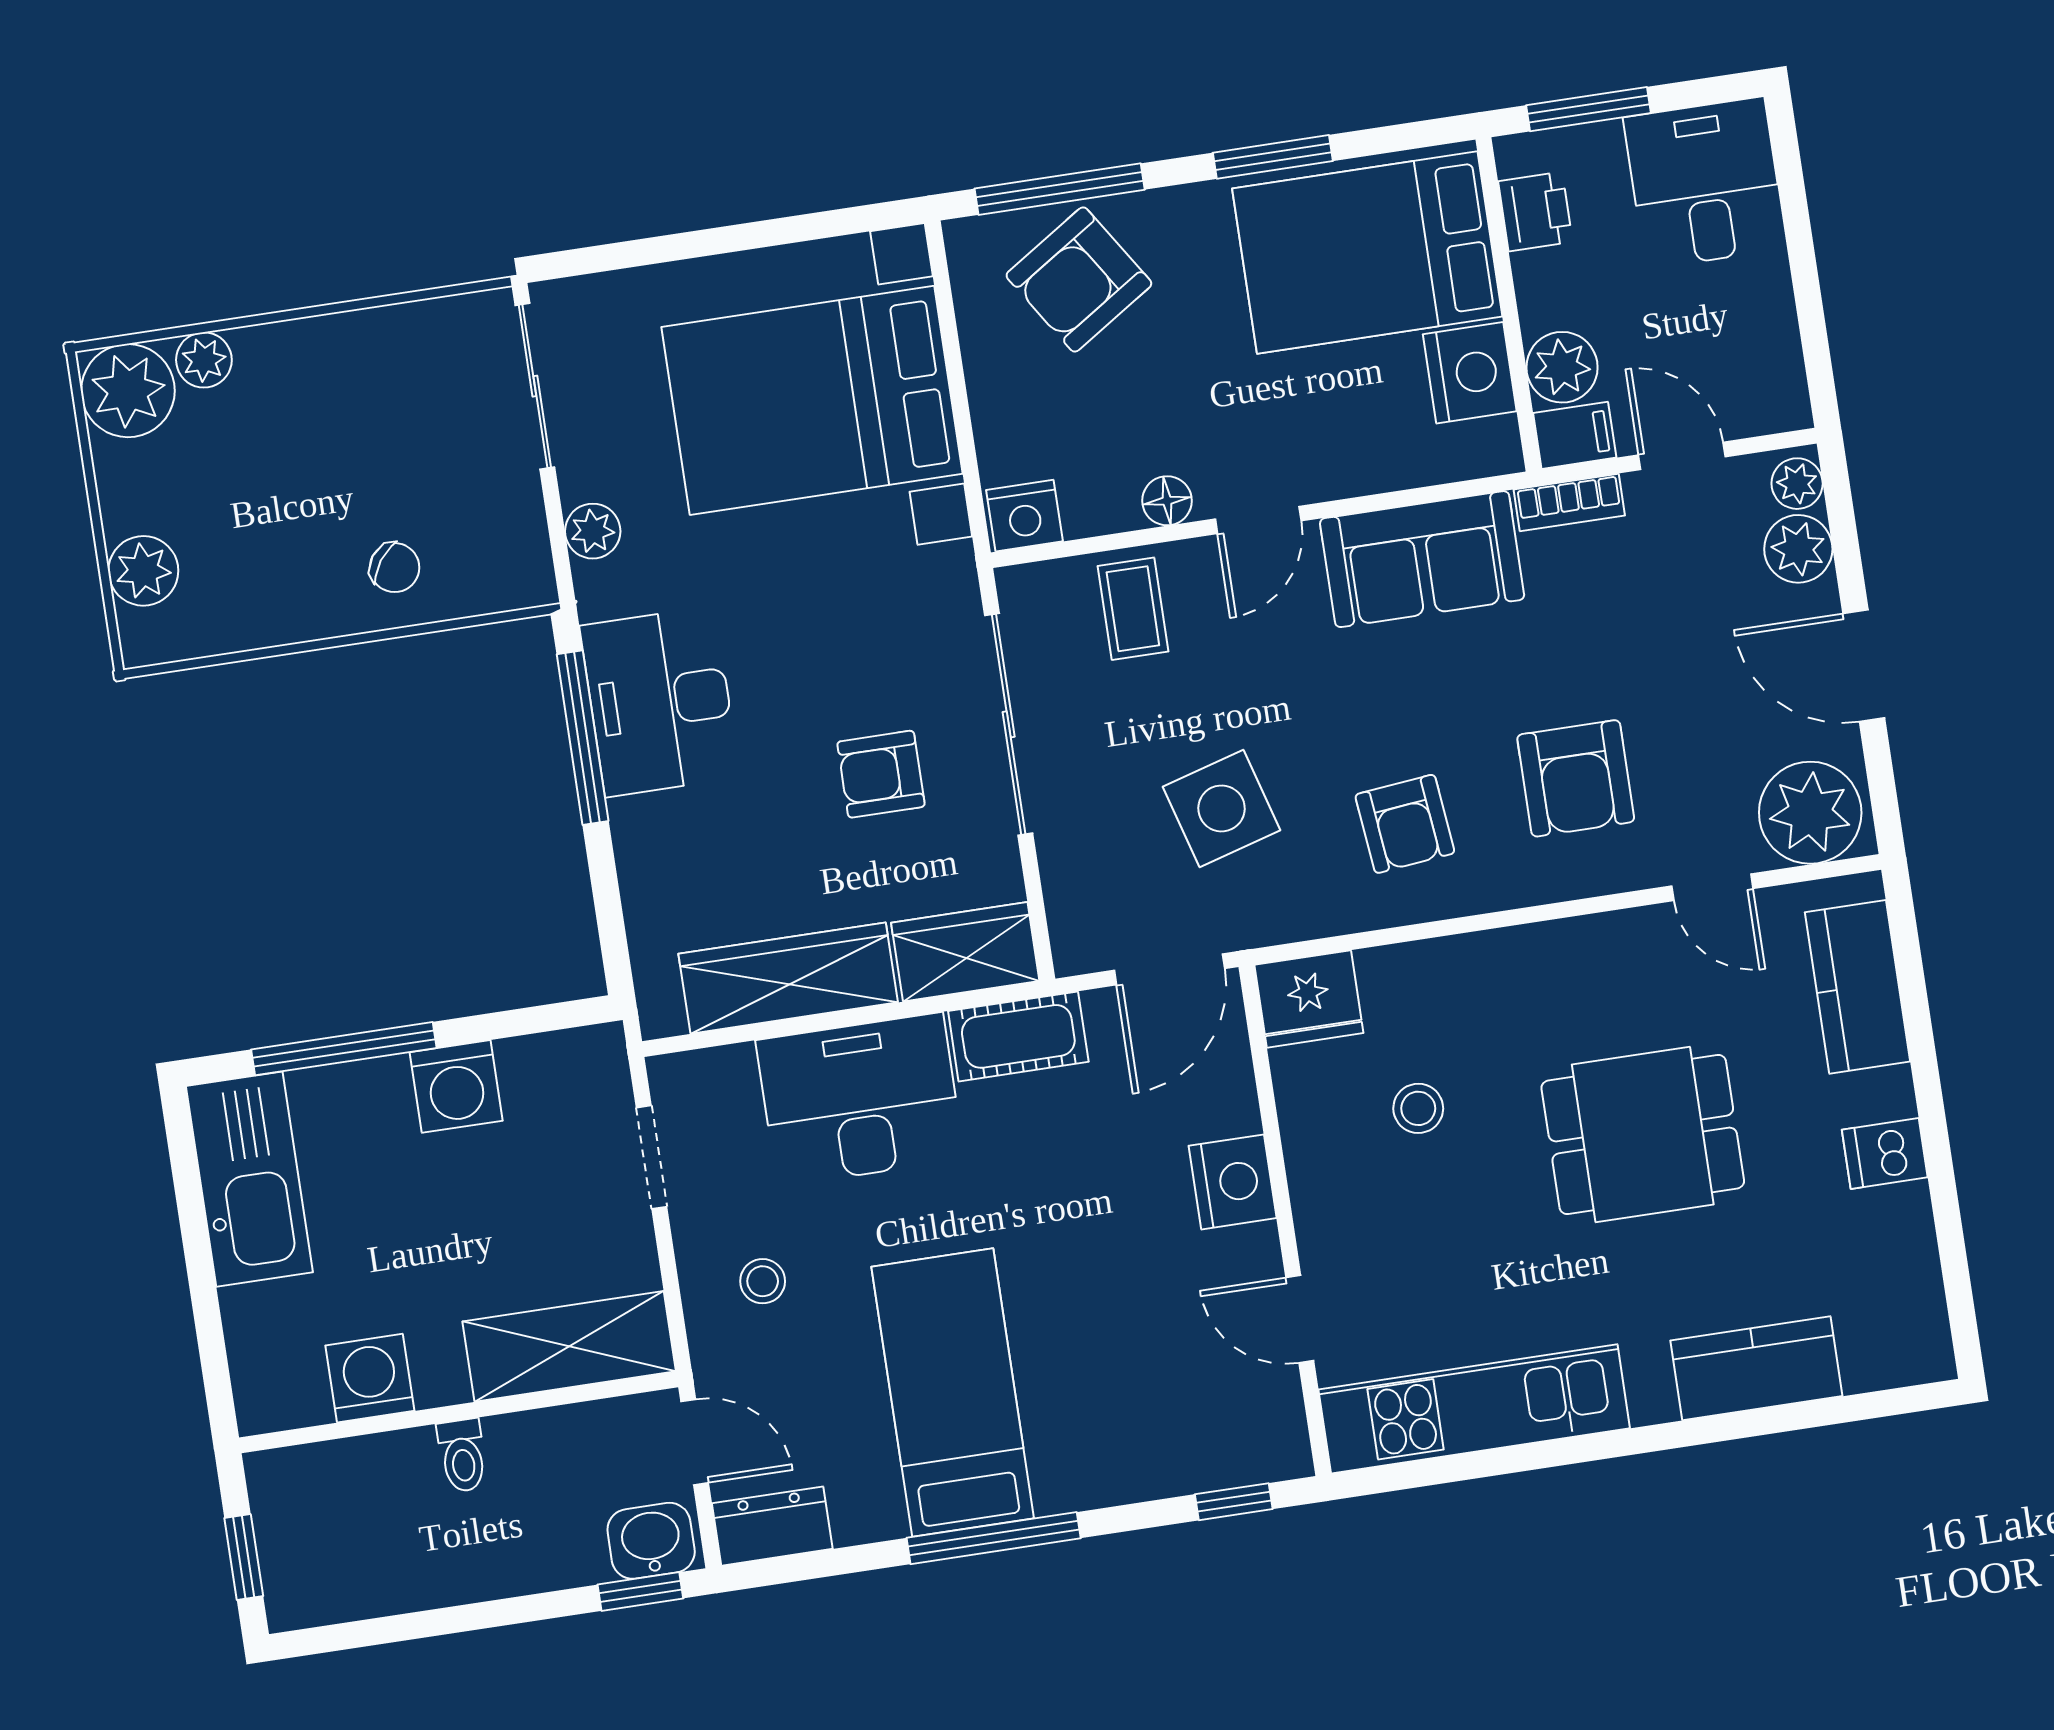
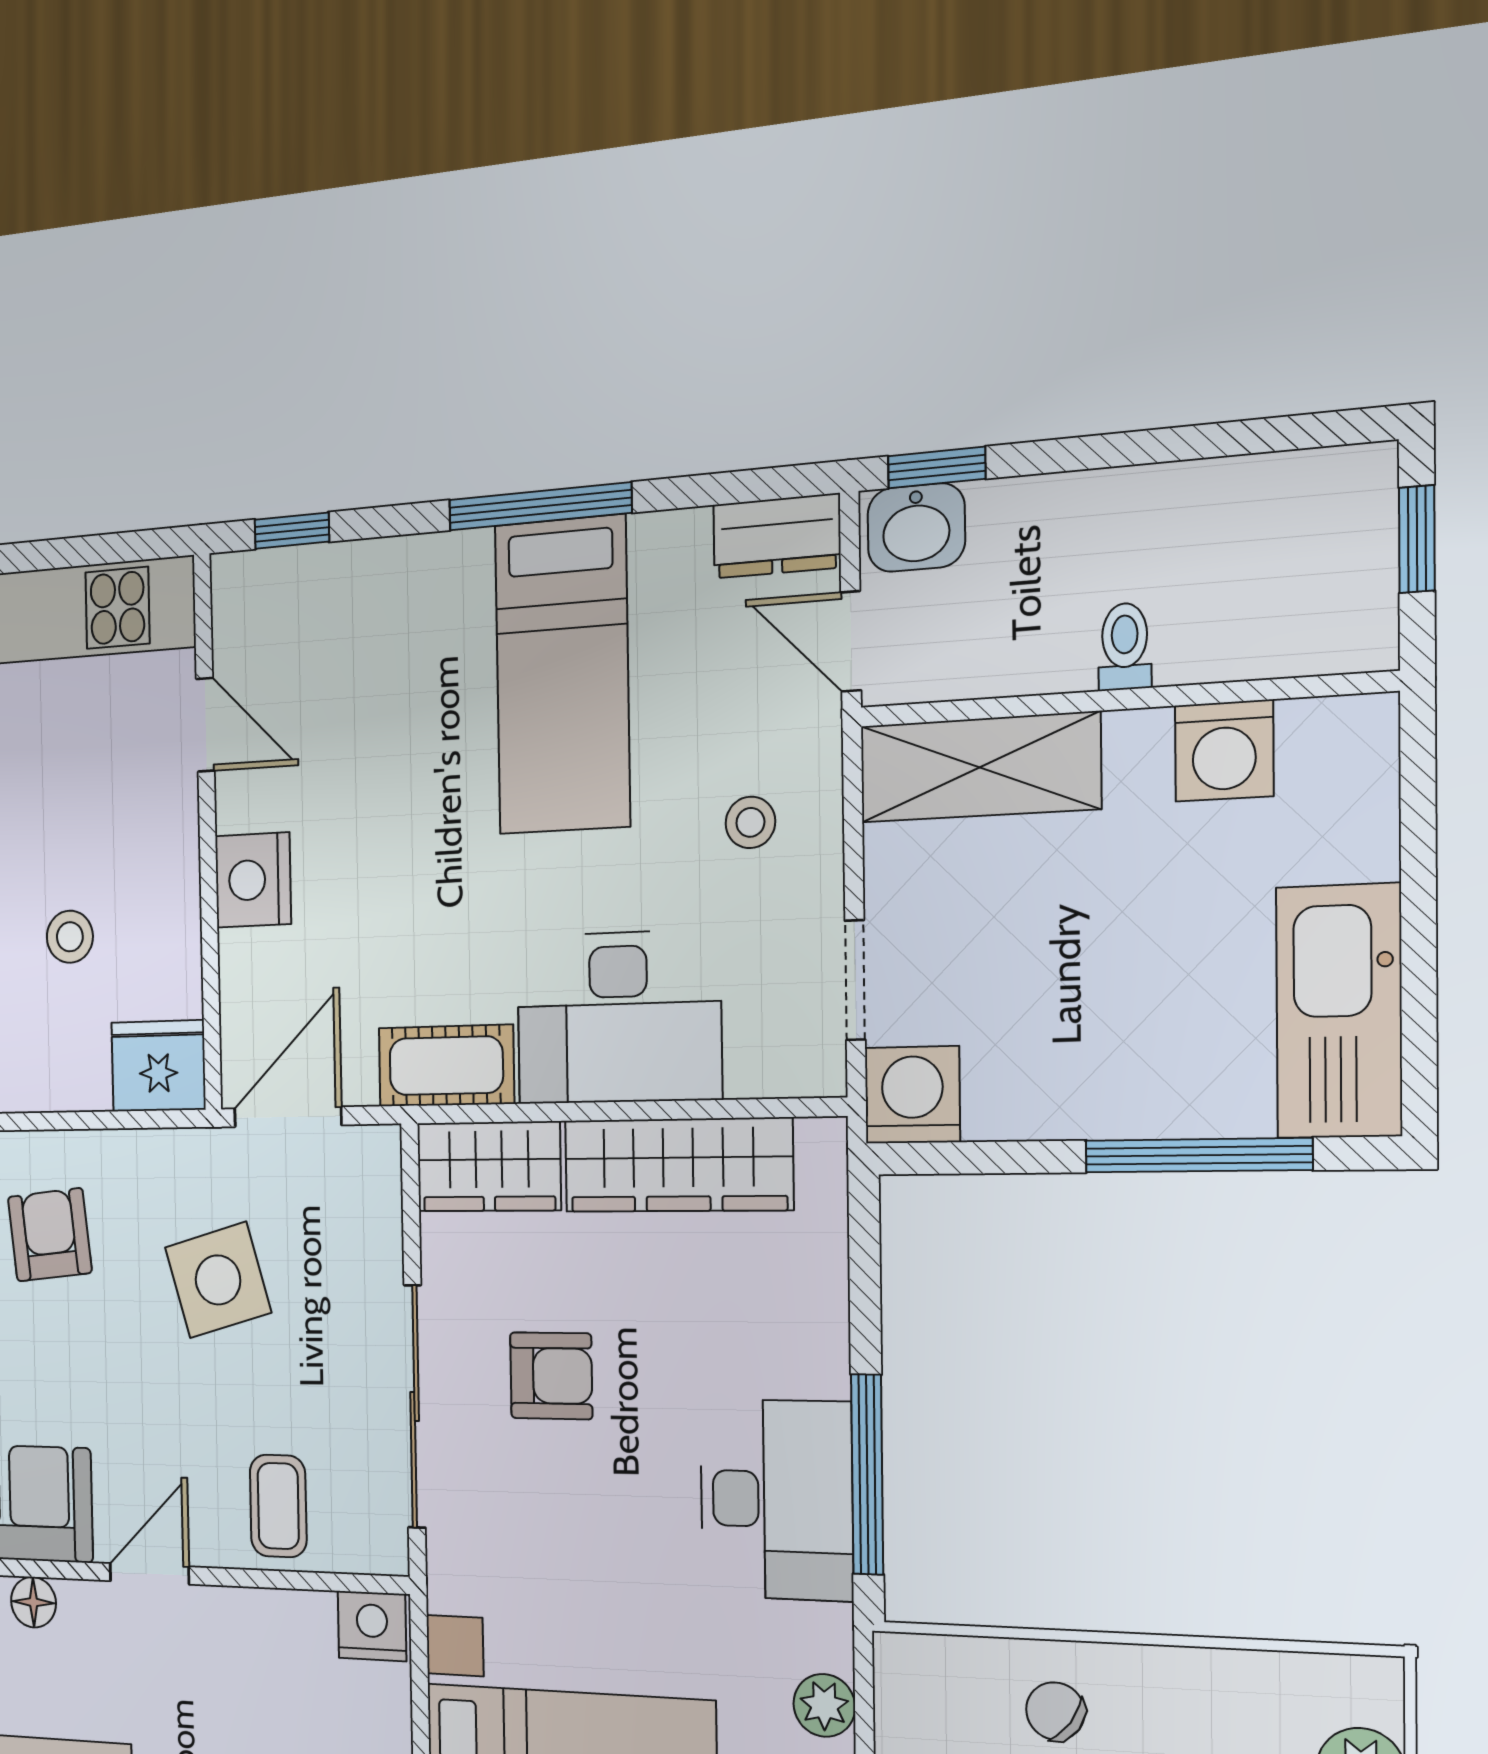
floor lamp: (1167, 501) -> (34, 1602), moved
washing machine: (456, 1086) -> (912, 1095), moved

